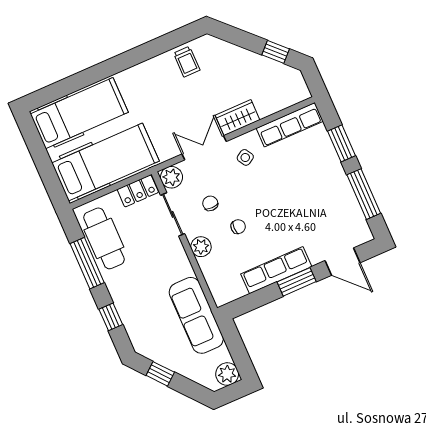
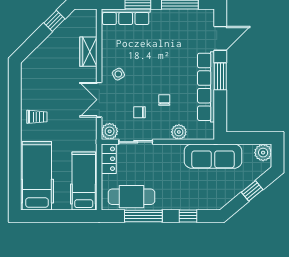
trolley: (187, 62) -> (37, 117), moved
wardrobe: (237, 118) -> (88, 52), moved
row of seats: (290, 125) -> (126, 17), moved, turned 90
hospital bed: (105, 162) -> (84, 181), width x0.73, depth x0.78
plant: (201, 247) -> (179, 132), moved
row of seats: (276, 270) -> (206, 87), width x1.36
window: (160, 374) -> (252, 191), moved

